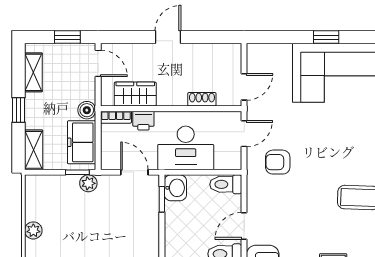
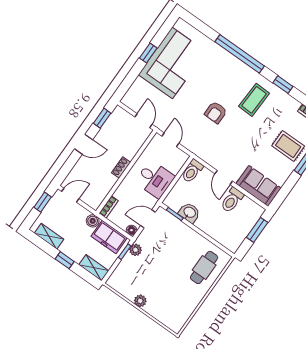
door: (168, 37) -> (84, 144), swing flipped
window: (213, 37) -> (102, 118), added
wardrobe: (135, 94) -> (103, 186), removed
shoe rack: (202, 99) -> (121, 167), moved
printer: (143, 121) -> (122, 192), removed
desk: (186, 148) -> (155, 179), width x0.73
armchair: (278, 162) -> (216, 112), moved
floor lamp: (108, 163) -> (132, 230), added
washbasin: (175, 188) -> (189, 213), moved

